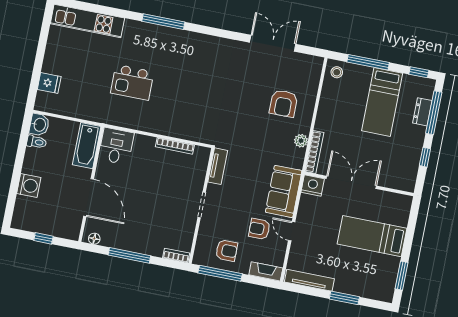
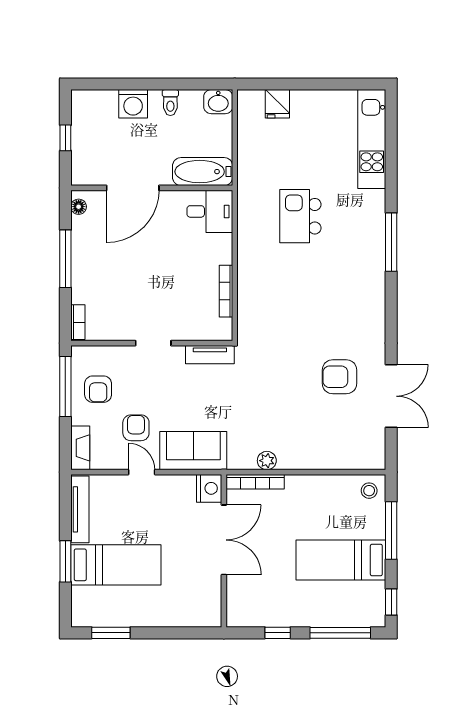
armchair: (284, 103) -> (339, 377), moved
dresser: (422, 112) -> (339, 617), removed
toilet: (37, 142) -> (170, 103), moved
door: (292, 231) -> (142, 472), hinge flipped
bed: (372, 236) -> (116, 565), moved, turned 90

